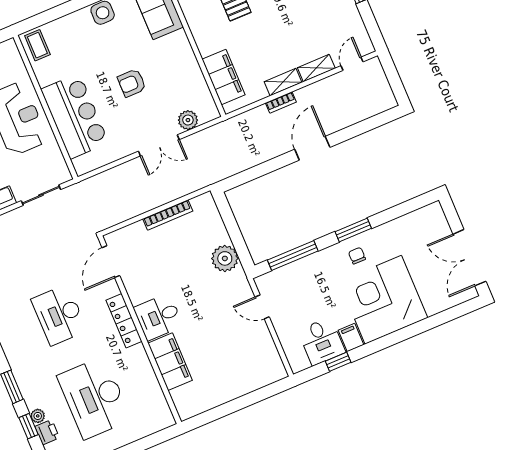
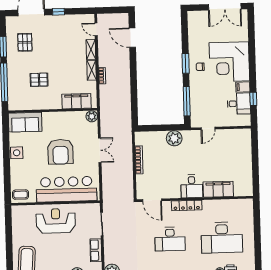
armchair: (132, 83) -> (60, 152), width x1.88, depth x1.88
bar counter: (75, 116) -> (66, 189), width x1.36
plant: (188, 120) -> (92, 116), moved
door: (312, 148) -> (132, 38), moved

